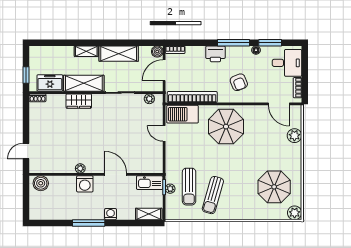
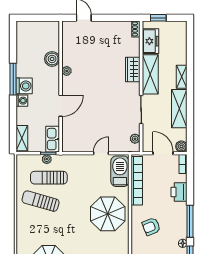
printer: (215, 54) -> (179, 192), moved
boiler: (41, 183) -> (52, 59), moved
washing machine: (85, 184) -> (24, 86), moved, turned 180

